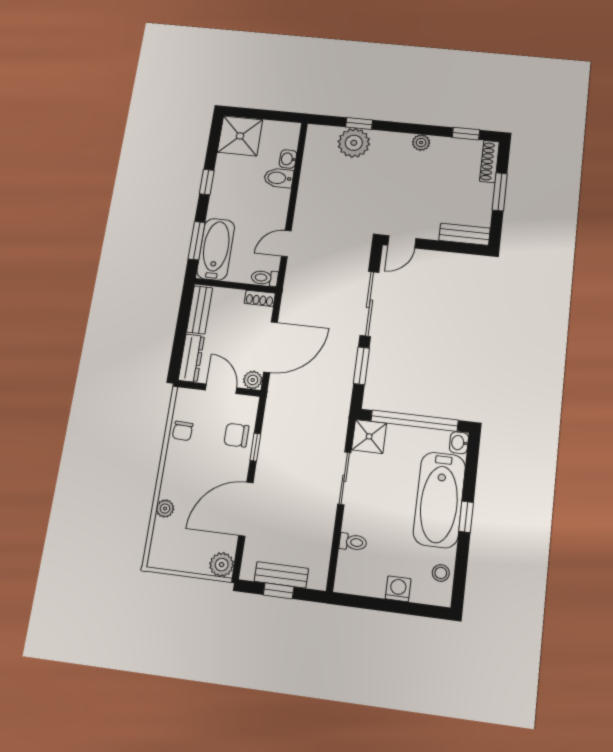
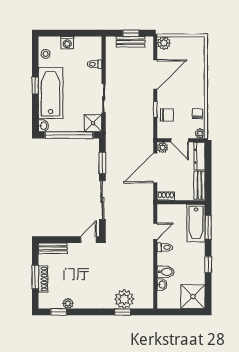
plant: (421, 143) -> (68, 303), moved
shoe rack: (490, 162) -> (43, 279), moved
toilet: (265, 278) -> (165, 247), moved
plant: (165, 509) -> (200, 133), moved

